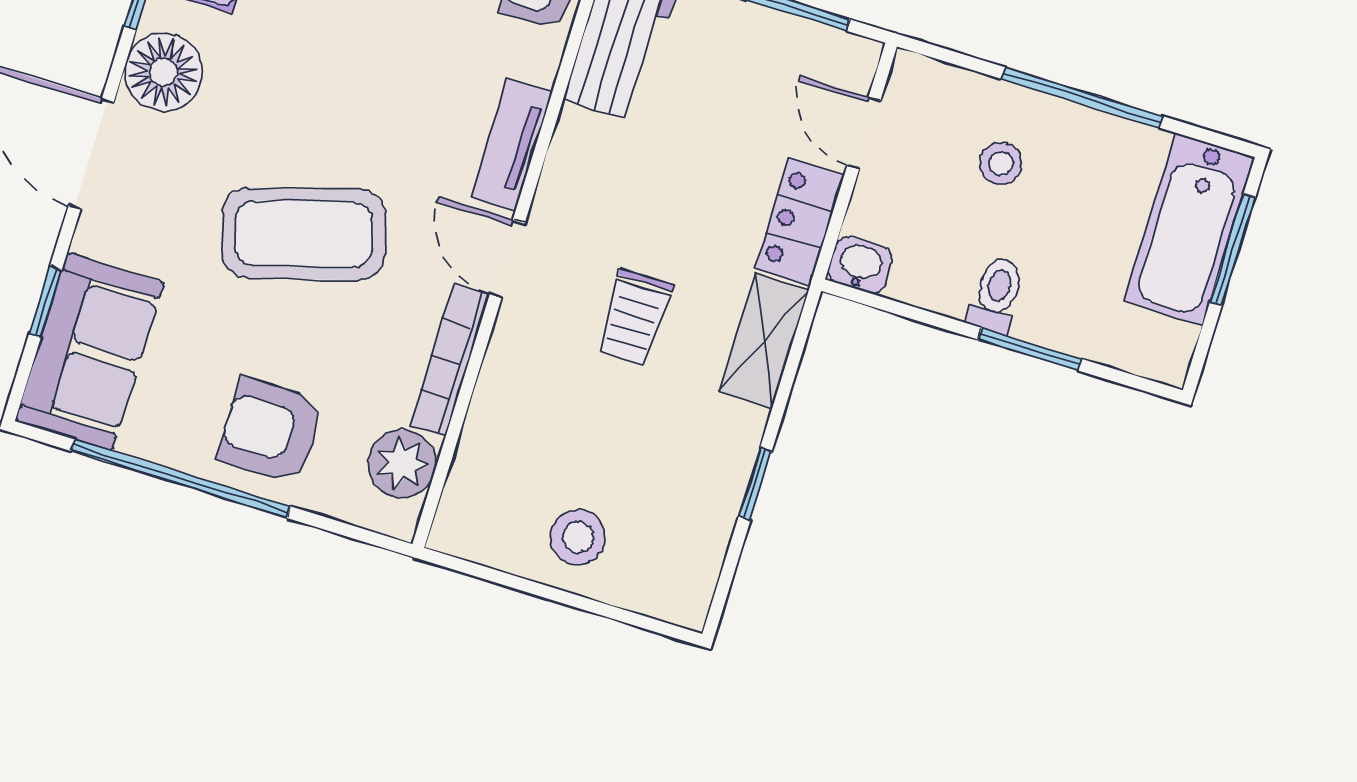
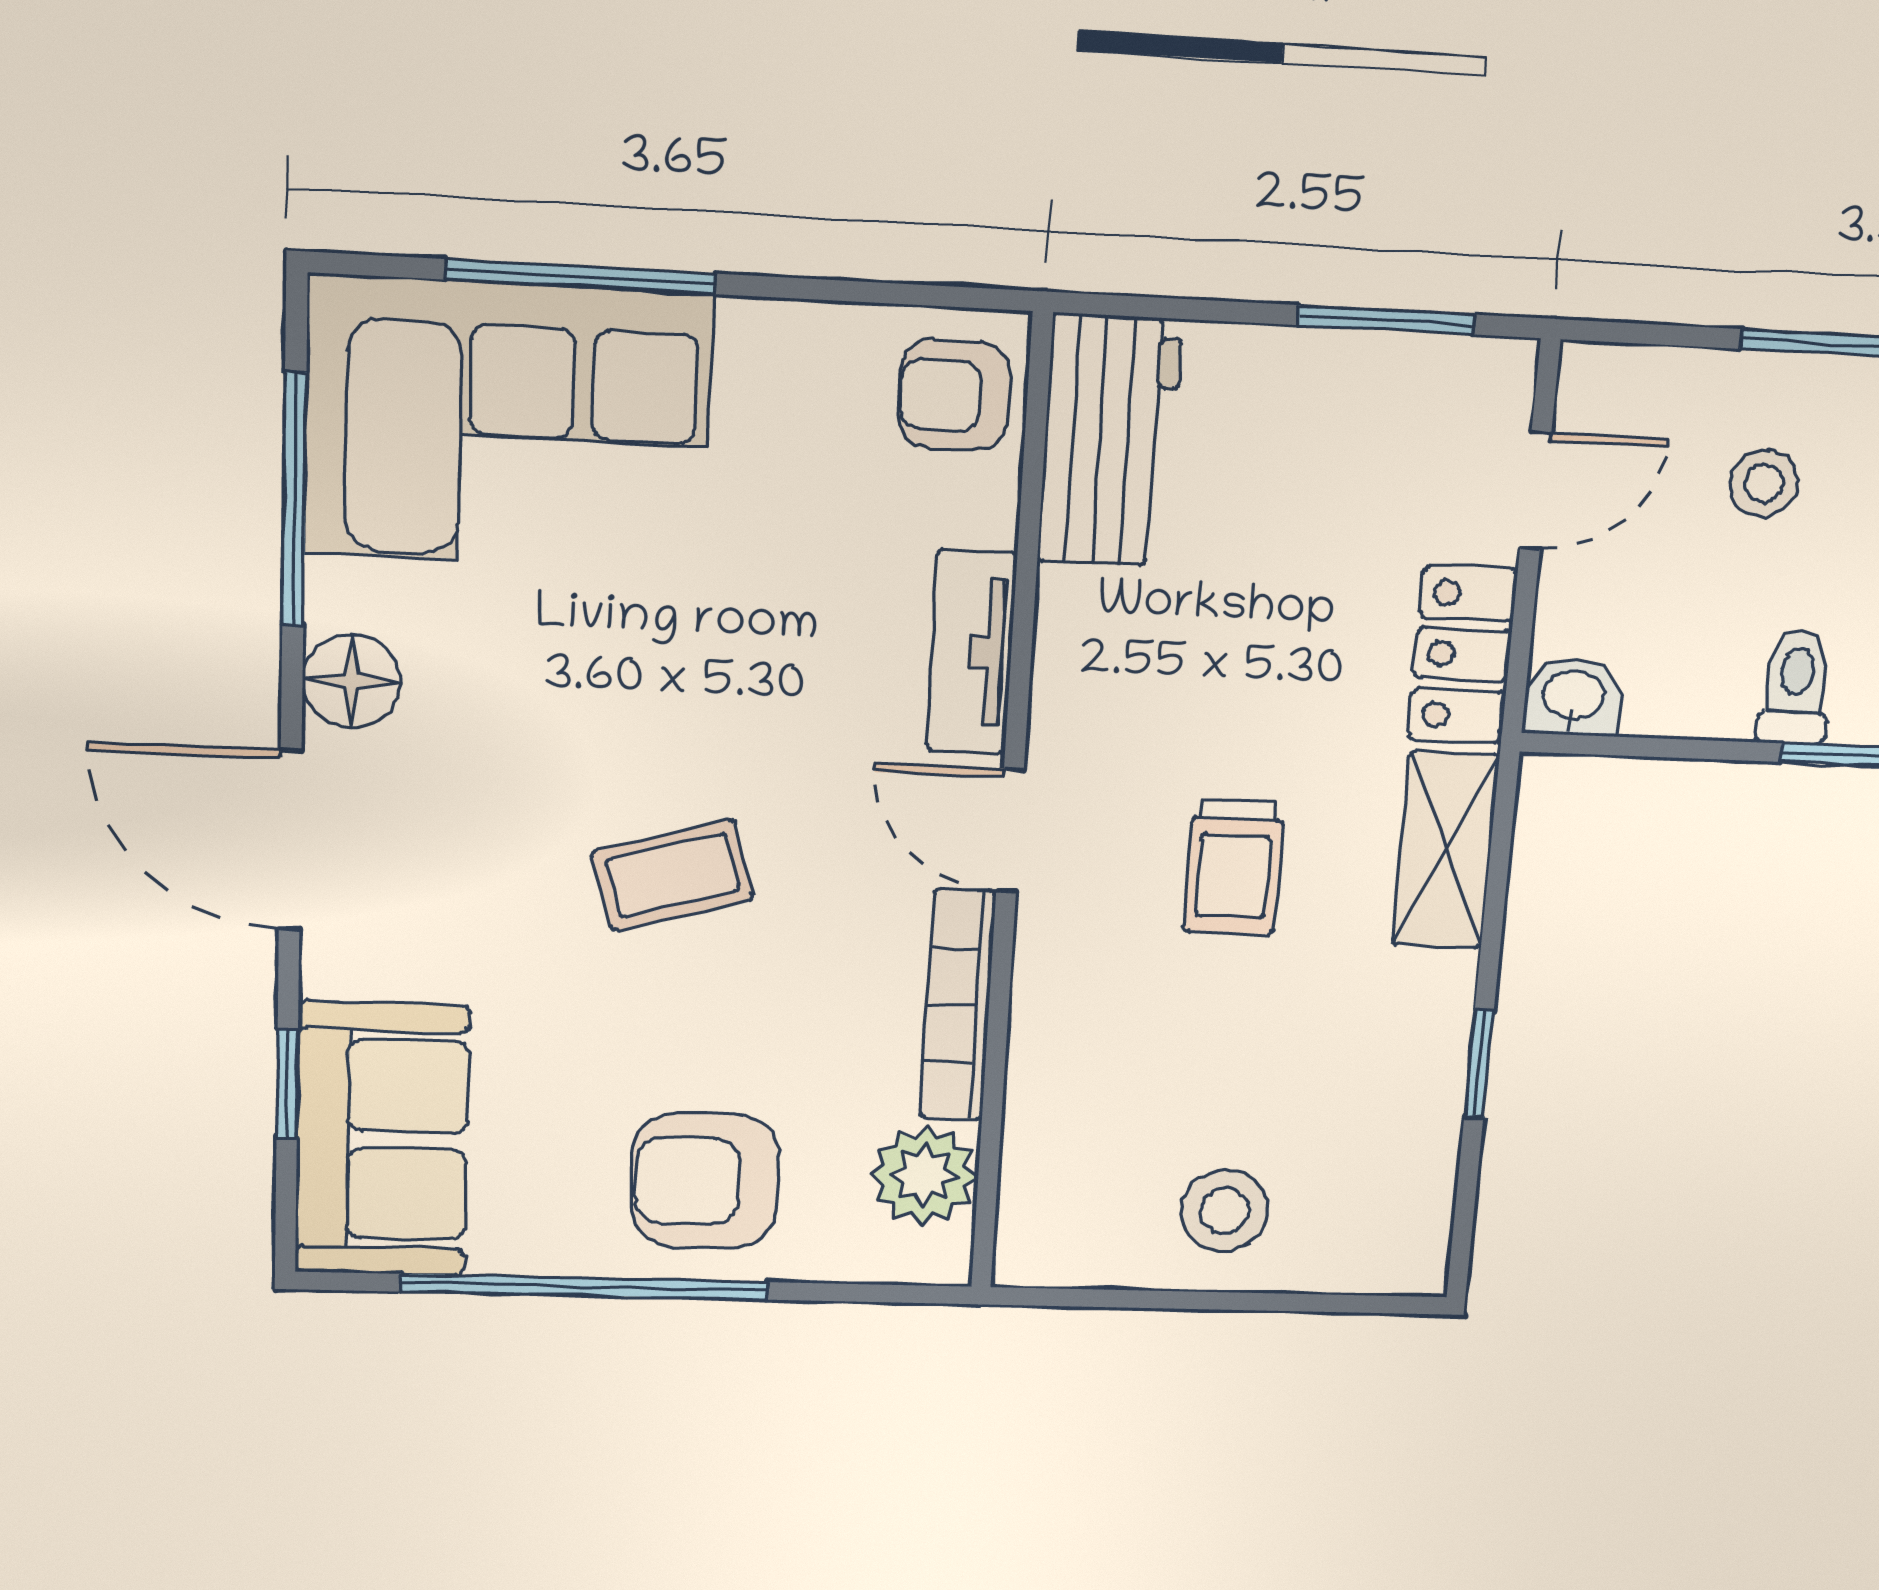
floor lamp: (163, 72) -> (351, 681), width x0.73, depth x0.73
door: (864, 133) -> (1536, 491), swing flipped
coffee table: (304, 234) -> (673, 875), width x0.54, depth x0.58

